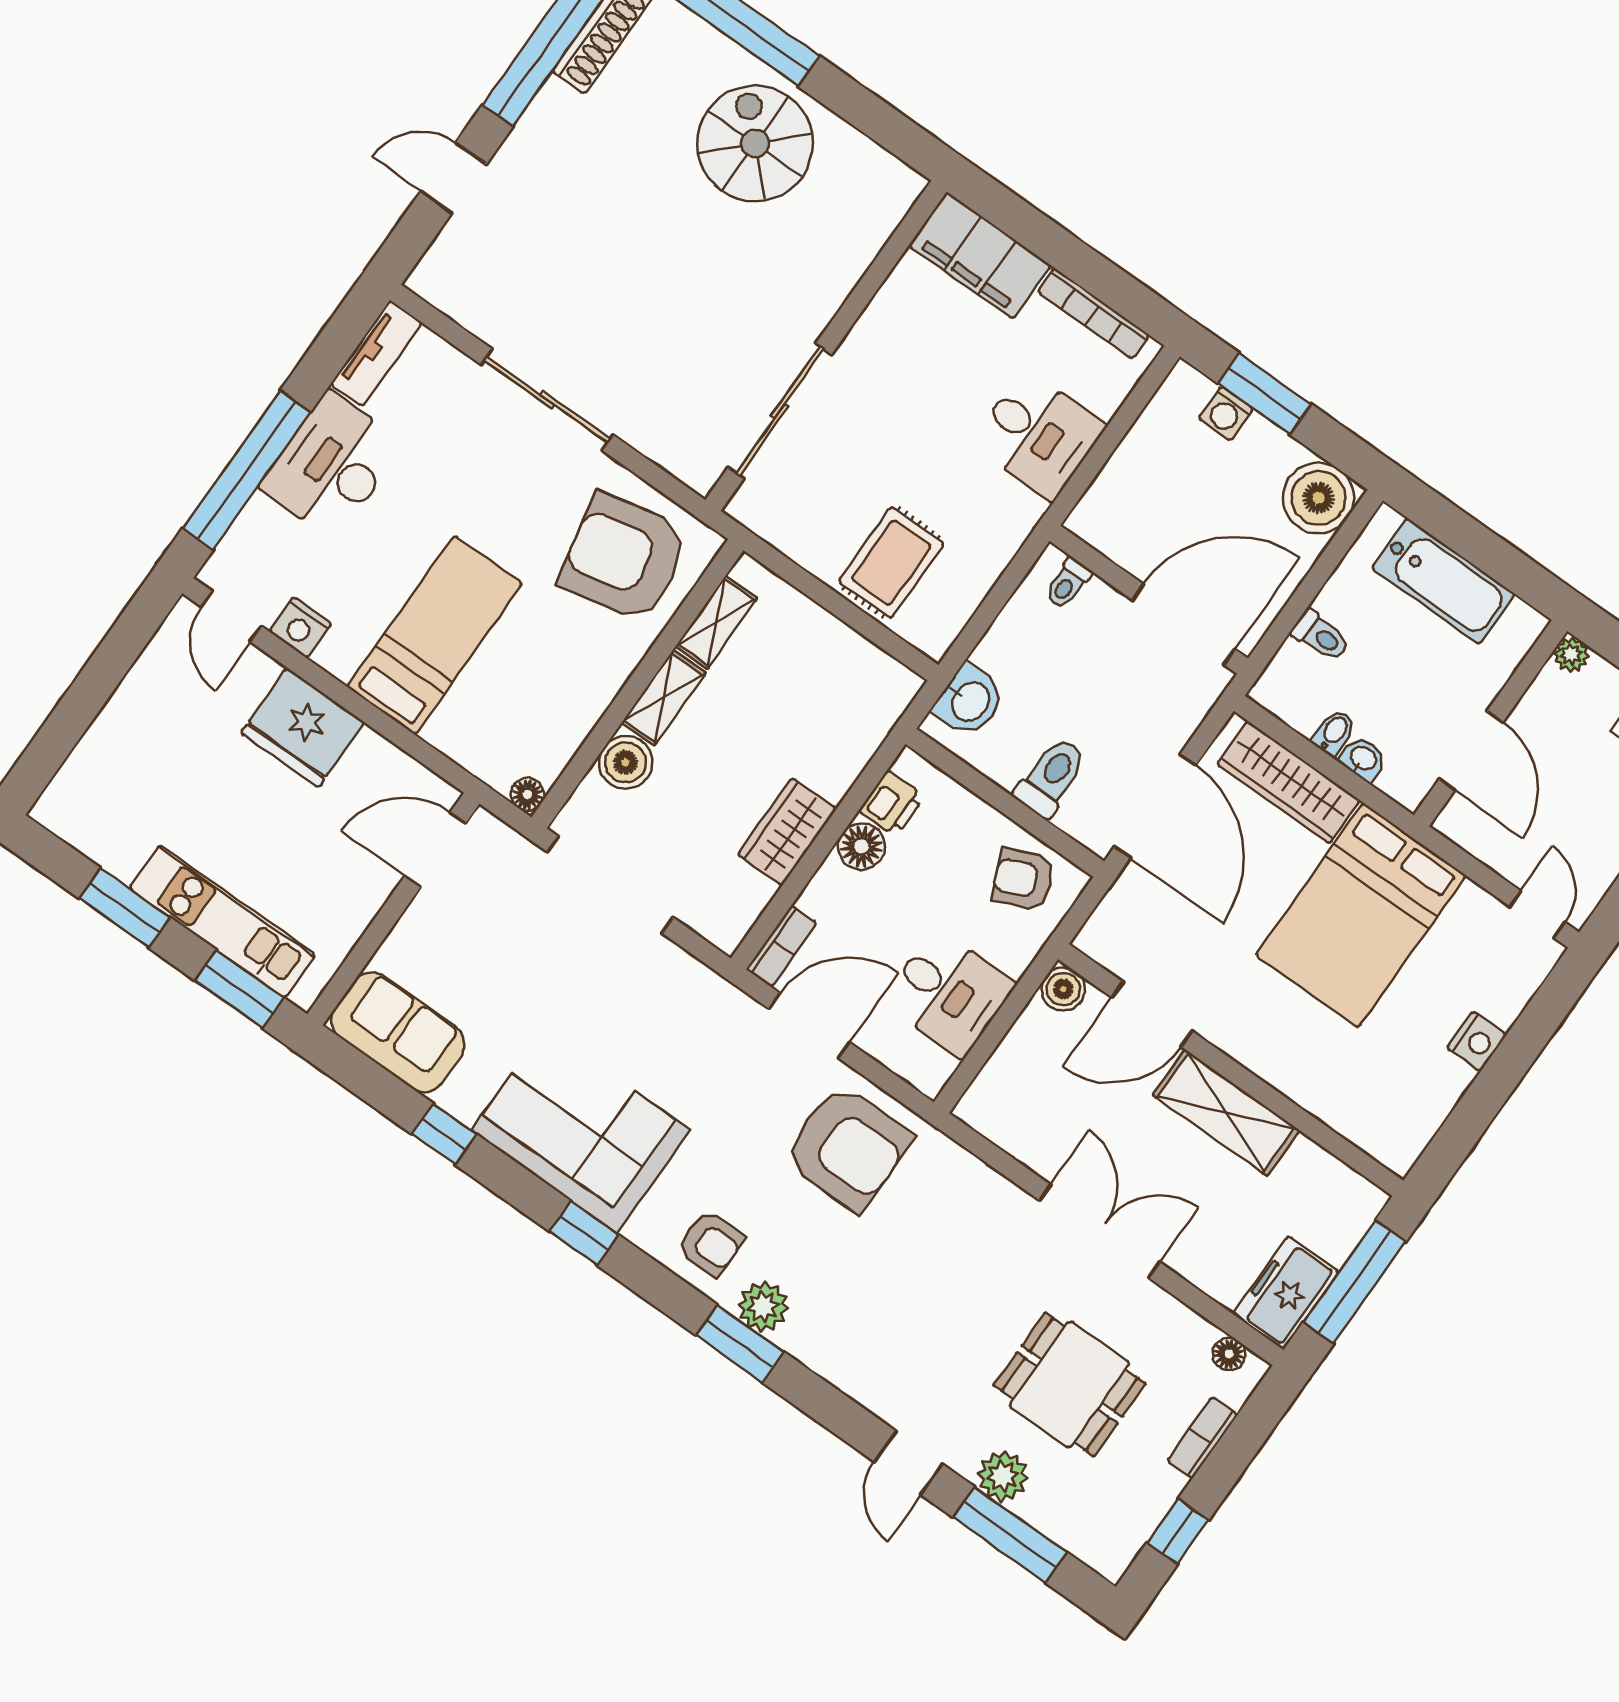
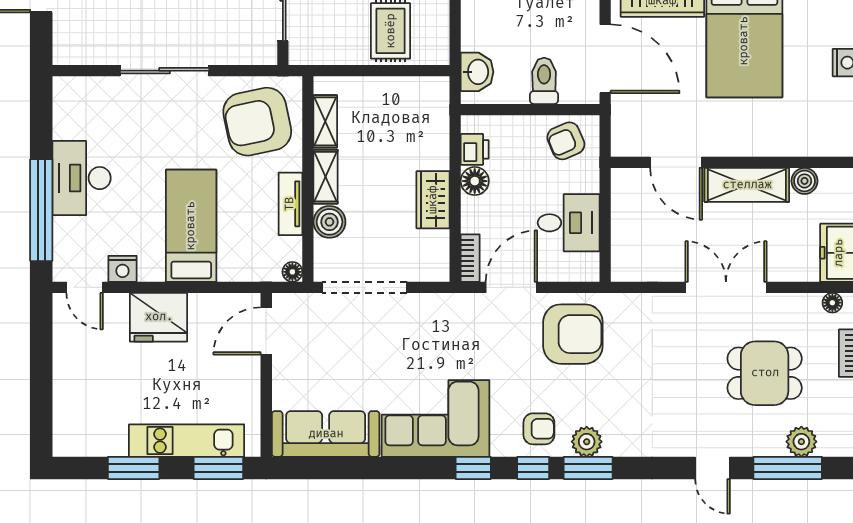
tv unit: (376, 353) -> (290, 204), moved, turned 180
boiler: (1063, 989) -> (804, 181), moved
door: (1152, 1014) -> (676, 162), hinge flipped
sofa: (398, 1032) -> (326, 434), width x1.36
window: (444, 1134) -> (533, 468), moved
plant: (1003, 1476) -> (801, 442), moved

